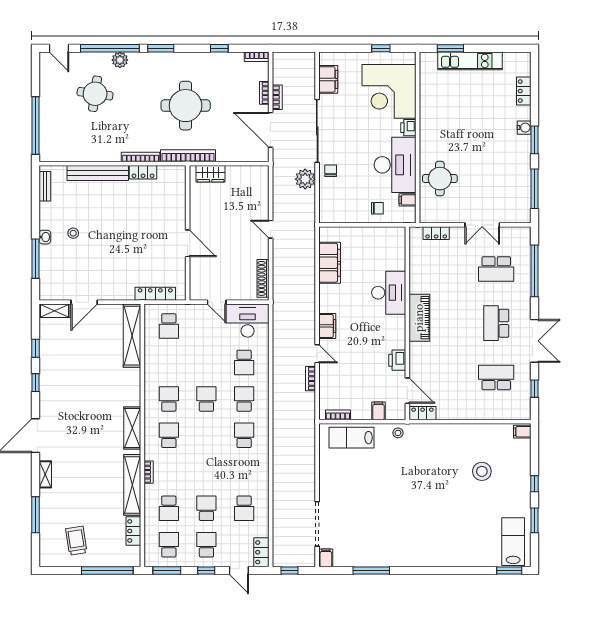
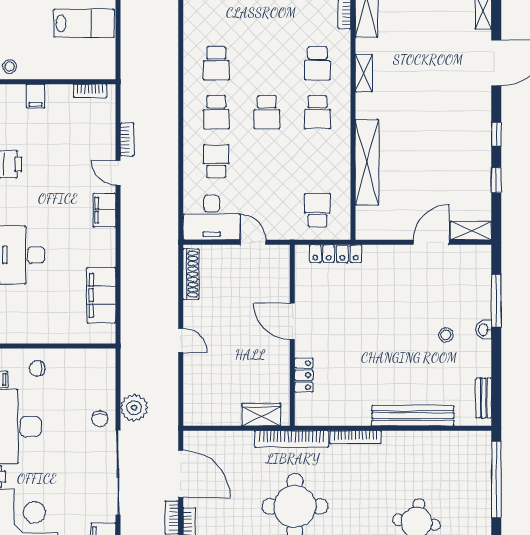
locker: (143, 172) -> (304, 375), moved, turned 90
shelving: (132, 336) -> (367, 162), moved
shelving: (132, 428) -> (364, 73), width x0.67, depth x0.75
lab bench: (351, 438) -> (84, 23), moved

